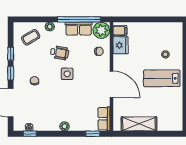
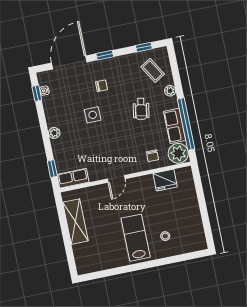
filing cabinet: (120, 31) -> (182, 176), removed
window: (11, 54) -> (144, 47), moved
side table: (67, 74) -> (93, 115), moved
door: (111, 84) -> (116, 179), width x0.53

